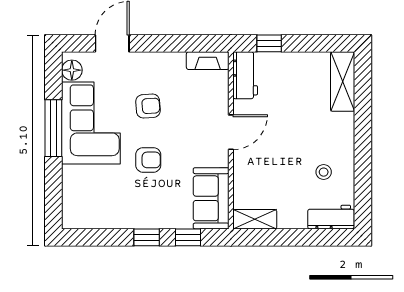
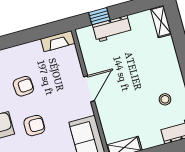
workbench: (245, 75) -> (112, 29), moved, turned 90
shelving: (343, 82) -> (161, 21), width x0.67, depth x0.75

